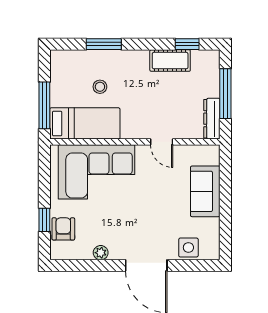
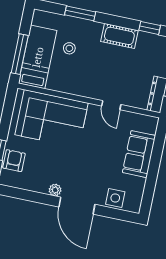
cot: (170, 61) -> (119, 36), moved
bed: (85, 123) -> (38, 57), moved, turned -90
plant: (101, 253) -> (55, 190), moved

